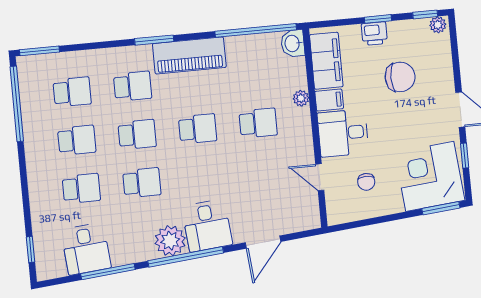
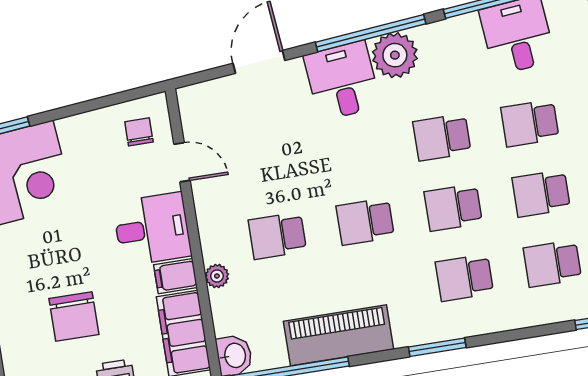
piano: (189, 55) -> (339, 335), moved
chair: (400, 77) -> (74, 317), turned -90
chair: (366, 182) -> (139, 132), moved

